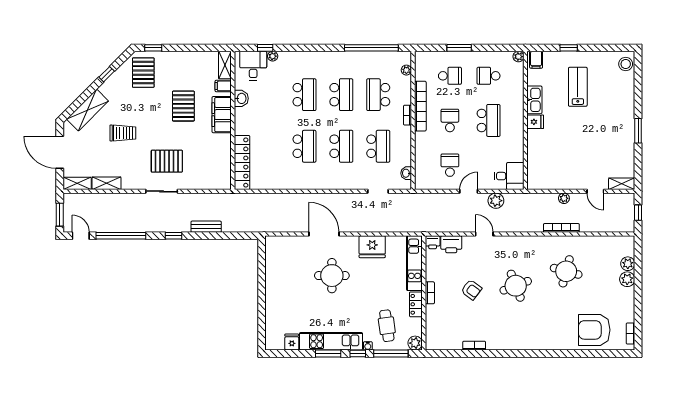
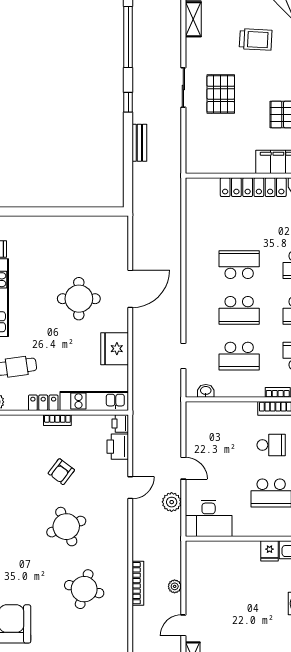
trolley: (123, 133) -> (256, 39), turned -87
school desk: (304, 146) -> (239, 265), turned 180
locker: (242, 163) -> (253, 187), moved
school desk: (450, 165) -> (216, 445), removed
desk: (509, 176) -> (209, 518), width x1.37

